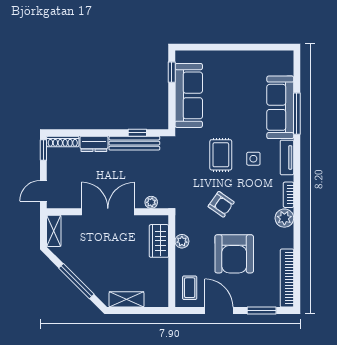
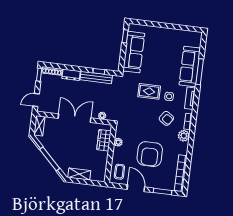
rug: (221, 155) -> (149, 91), turned 90
armchair: (221, 204) -> (166, 118), moved

